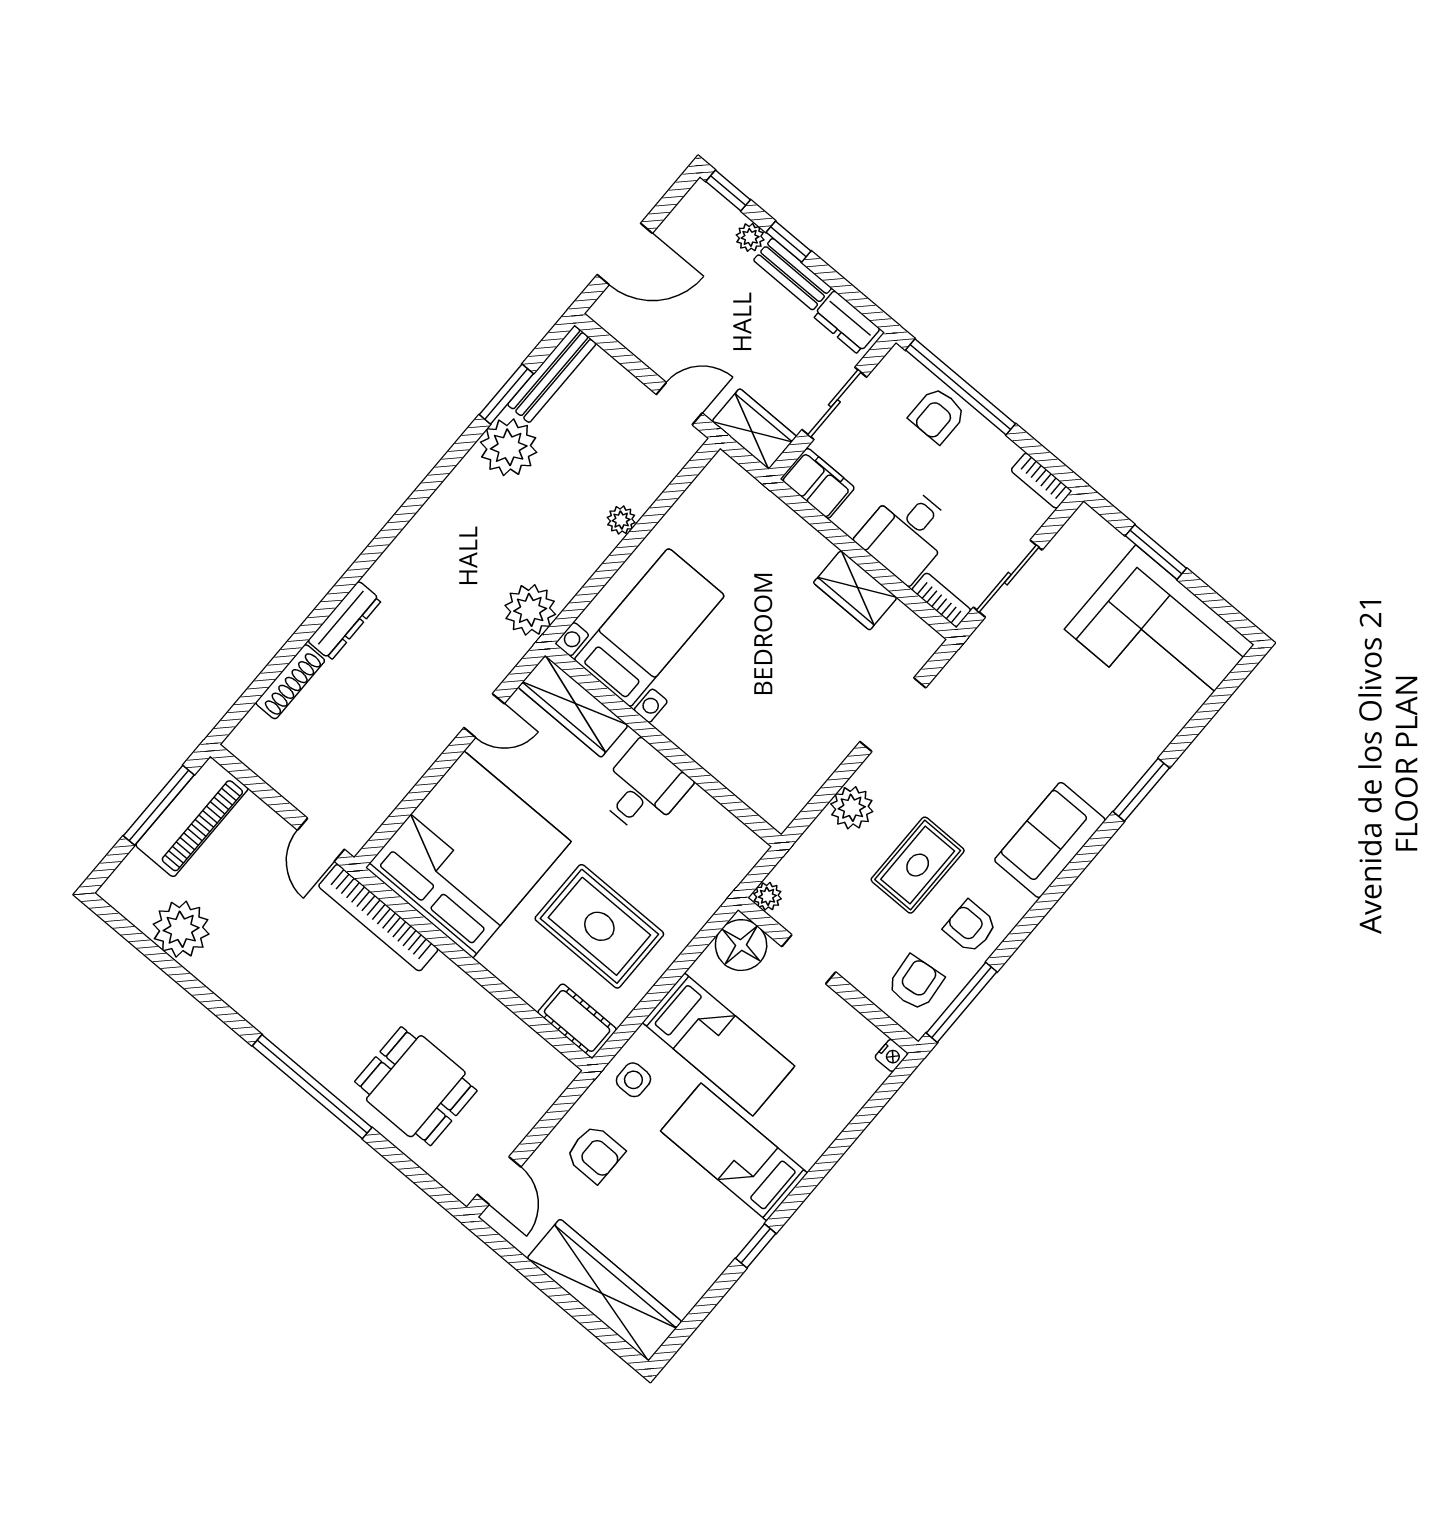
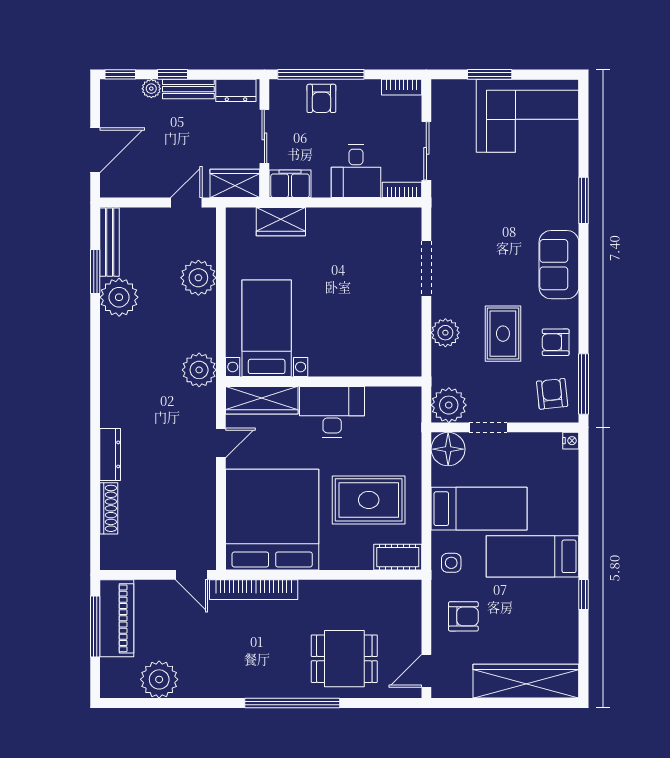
plant: (621, 520) -> (198, 278), width x1.88, depth x1.88
wardrobe: (855, 590) -> (281, 222), moved
desk: (643, 788) -> (332, 412), width x1.37
plant: (767, 896) -> (449, 405), width x1.88, depth x1.88
door: (499, 1181) -> (426, 671), swing flipped

